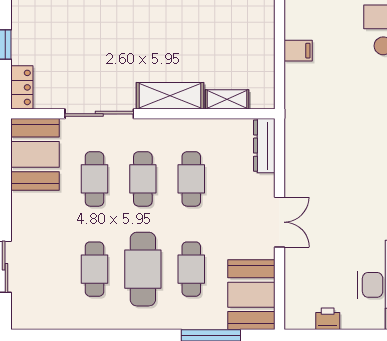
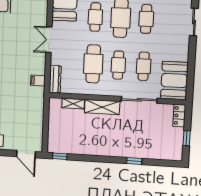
filing cabinet: (298, 51) -> (38, 81), moved
cafe table: (191, 179) -> (93, 64), width x1.37, depth x1.35

